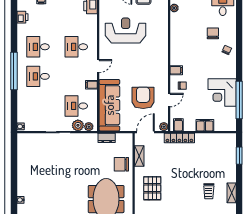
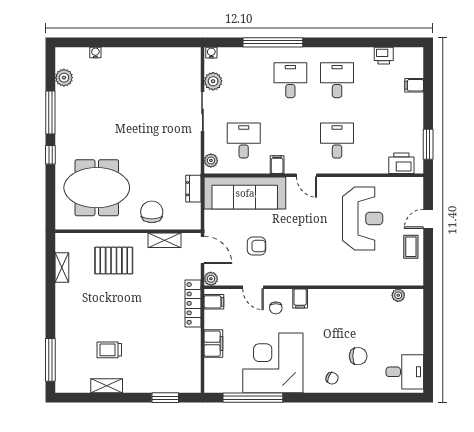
window: (14, 71) -> (273, 42), moved
corner desk: (222, 92) -> (273, 363), width x1.36, depth x1.36
armchair: (143, 98) -> (256, 246), width x0.53, depth x0.53
plant: (78, 125) -> (213, 81), moved

